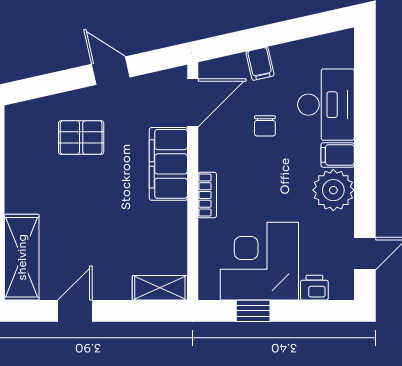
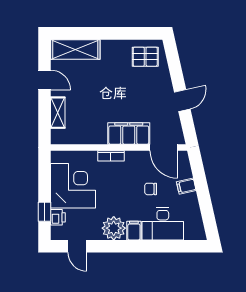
pallet: (81, 138) -> (145, 57), moved, turned 90
shelving: (160, 288) -> (58, 113), moved
window: (253, 311) -> (44, 212), moved

